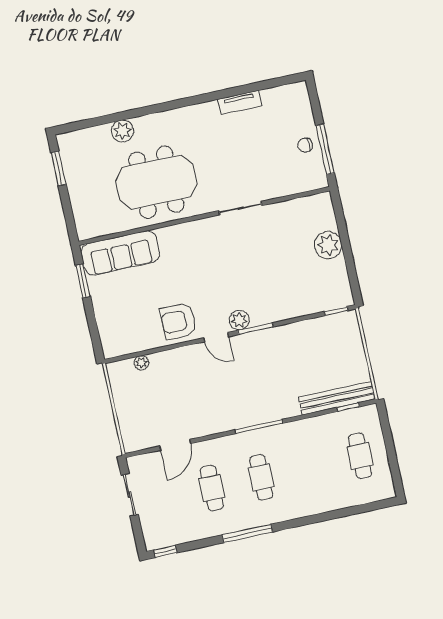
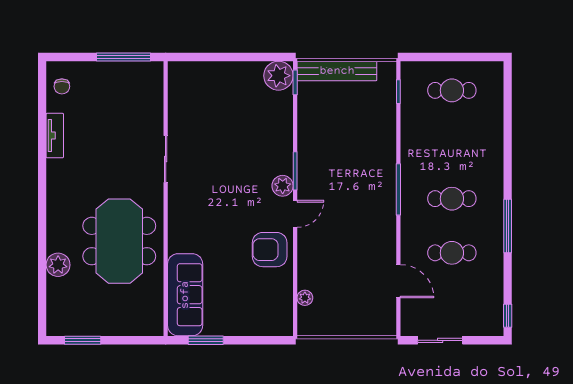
chair: (305, 145) -> (62, 86), moved
plant: (328, 245) -> (278, 76), moved
armchair: (178, 321) -> (270, 250), turned 90
bench: (337, 398) -> (337, 71), moved, turned 90

